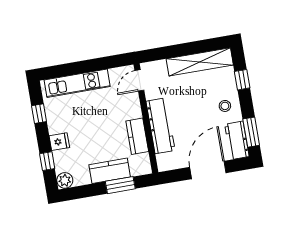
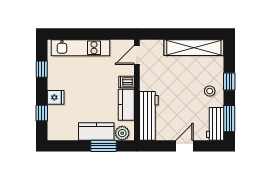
window: (242, 80) -> (229, 81), moved
dishwasher: (133, 112) -> (126, 82), added
workbench: (161, 126) -> (149, 116), moved
door: (208, 170) -> (184, 146), width x0.53
plant: (65, 180) -> (122, 133), moved

